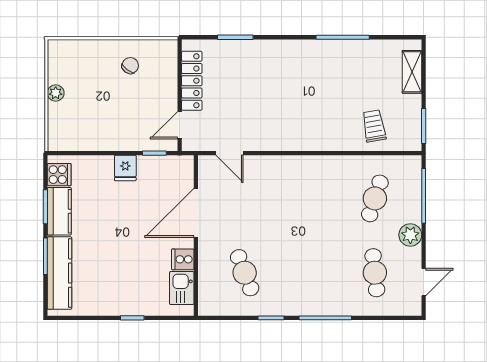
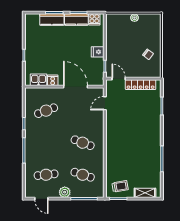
trolley: (374, 126) -> (120, 186), moved
cafe table: (310, 198) -> (83, 143), added
kitchen counter: (59, 273) -> (52, 20), width x0.67

